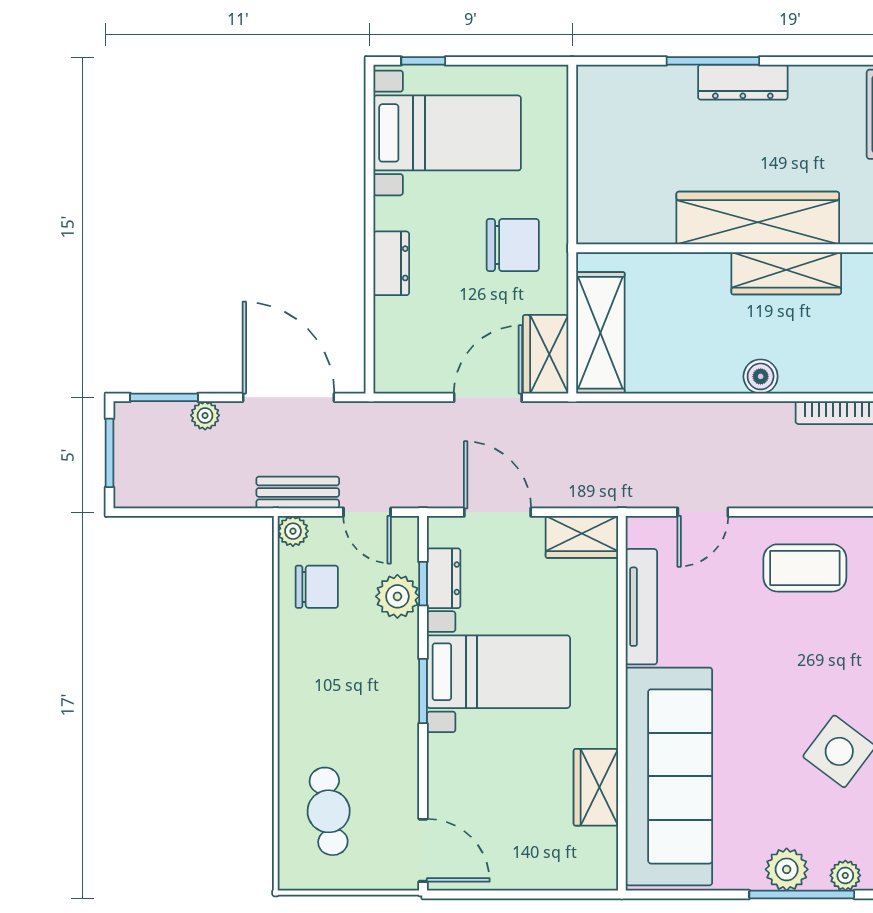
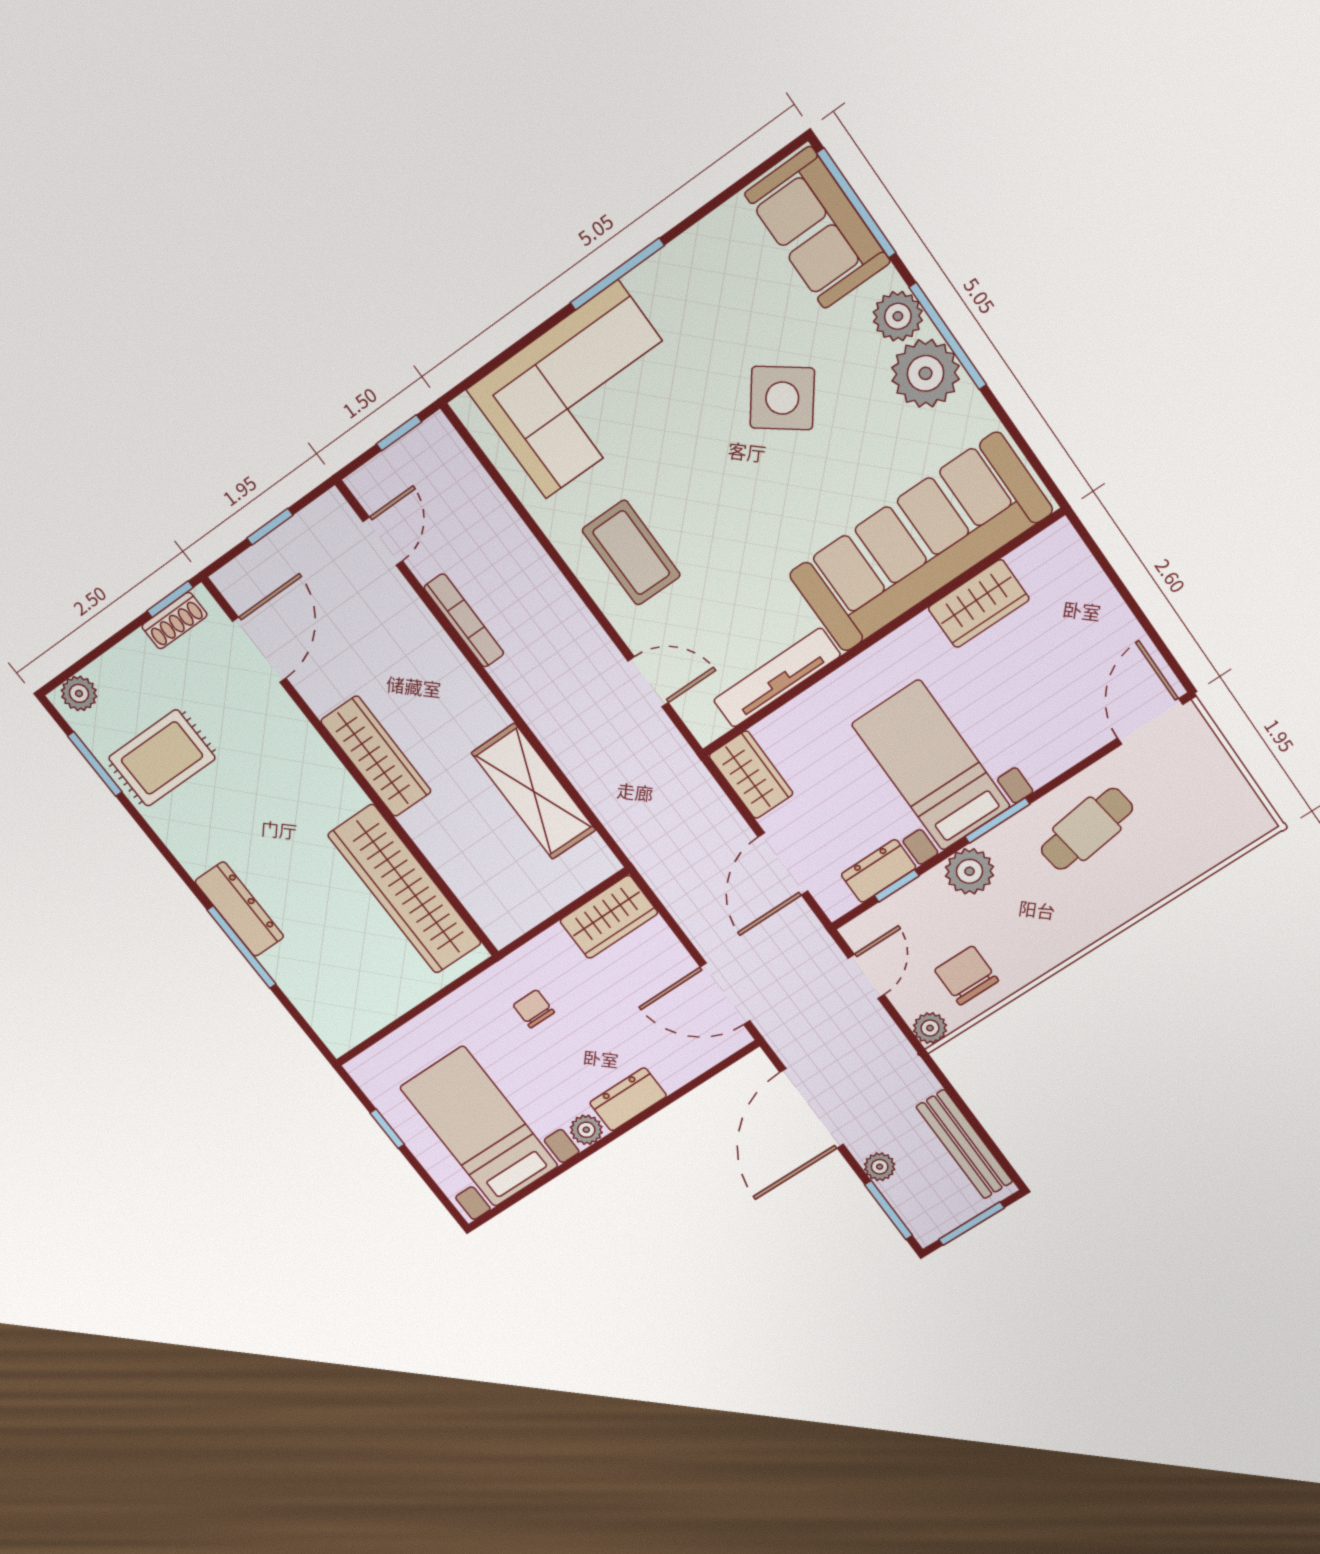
window: (423, 61) -> (387, 1129), moved
plant: (388, 213) -> (586, 1130), added
wardrobe: (758, 218) -> (405, 889), moved
chair: (513, 245) -> (534, 1009), width x0.54, depth x0.54
shelving: (600, 333) -> (534, 791), moved, turned 90
boiler: (761, 376) -> (486, 715), removed
door: (488, 397) -> (725, 994), moved
bench: (298, 492) -> (964, 1144), moved, width x1.36
plant: (397, 596) -> (969, 871), moved
cafe table: (329, 811) -> (1087, 829), moved
plant: (787, 869) -> (926, 373), width x1.36, depth x1.36
plant: (845, 875) -> (898, 316), width x1.38, depth x1.38

